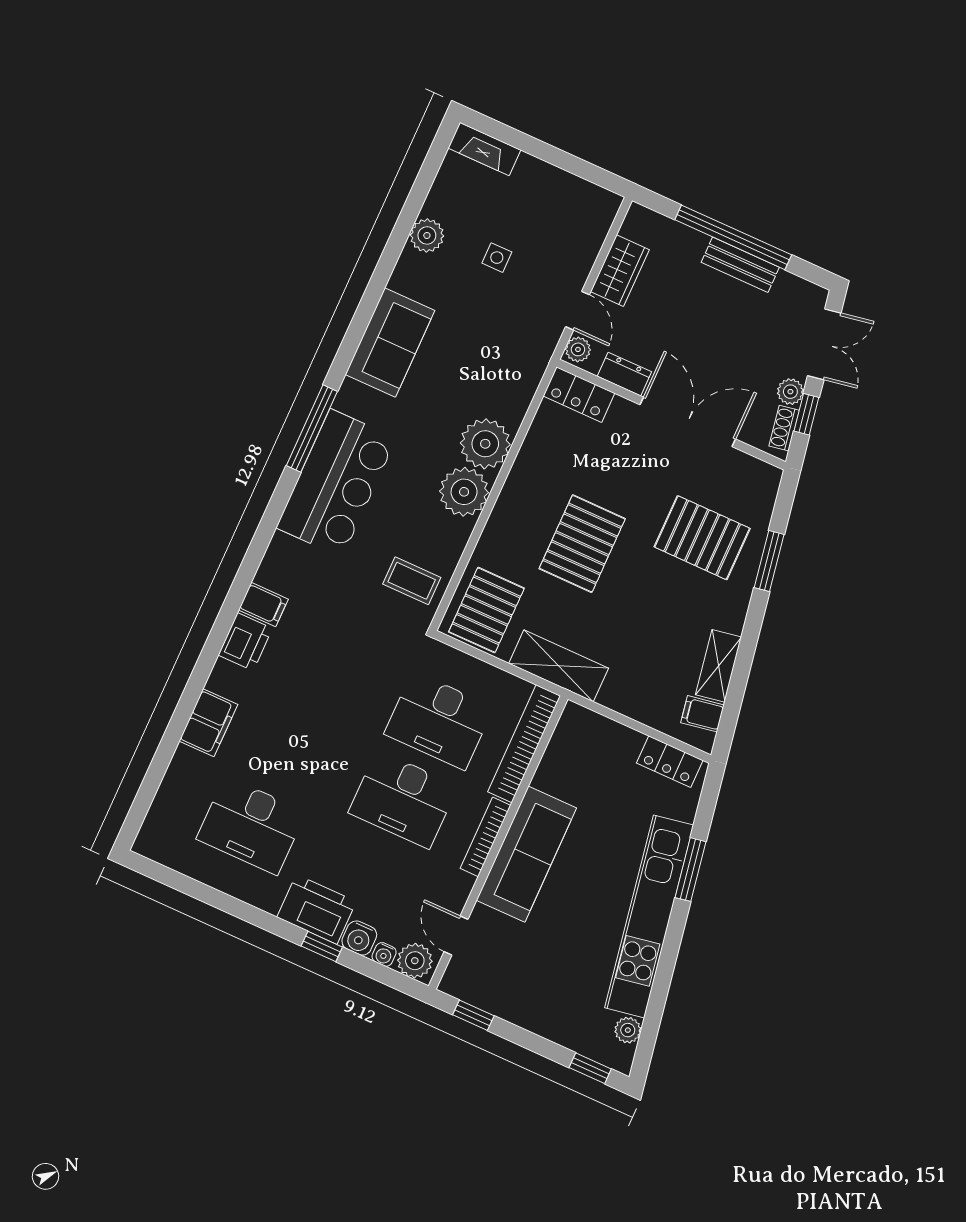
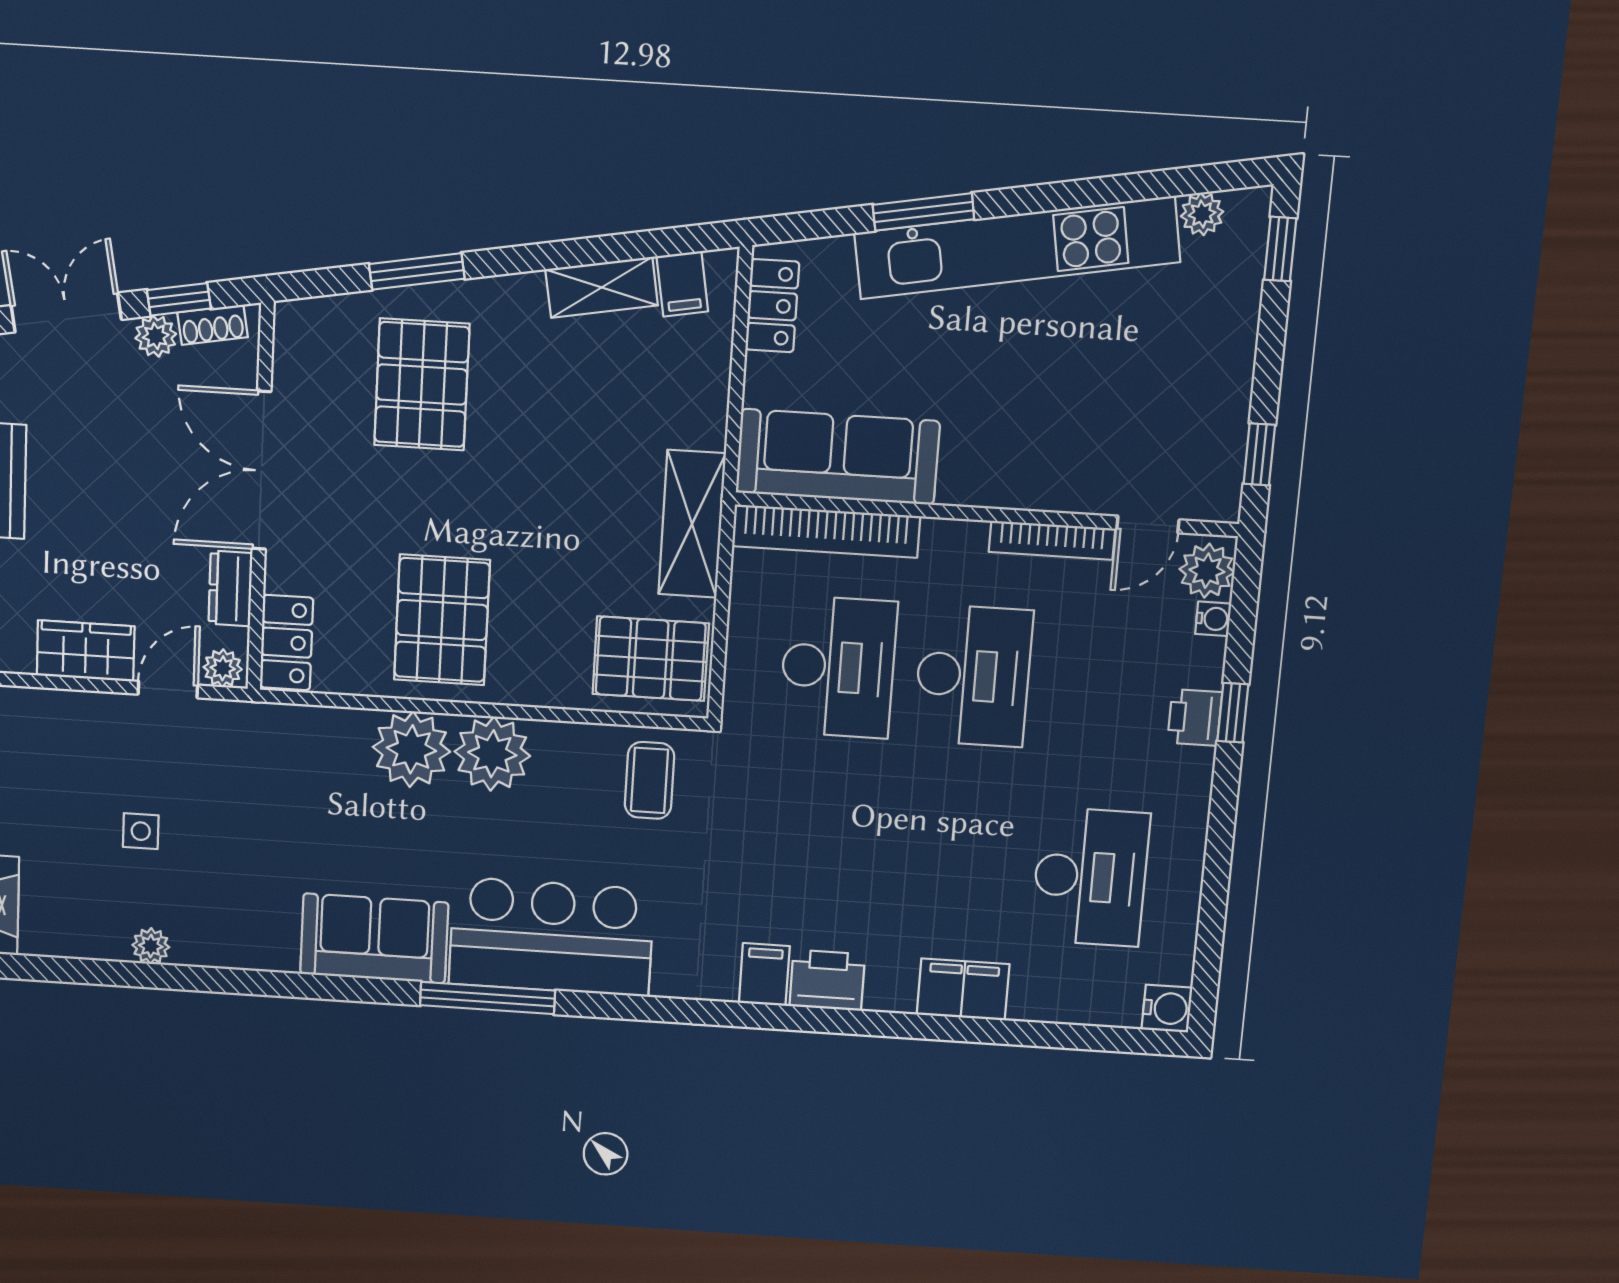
plant: (427, 235) -> (151, 946), width x0.73, depth x0.73
sofa: (390, 342) -> (374, 938), moved
pallet: (582, 544) -> (442, 620), moved, turned 90
bookcase: (485, 837) -> (1052, 540), moved
sofa: (526, 854) -> (838, 457), moved
printer: (317, 909) -> (1195, 717), width x0.53, depth x0.68
water cooler: (359, 938) -> (1167, 1008), moved

